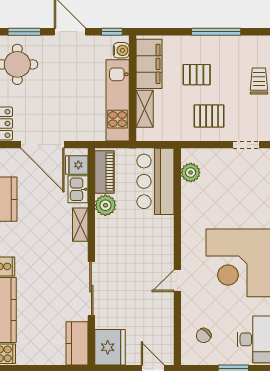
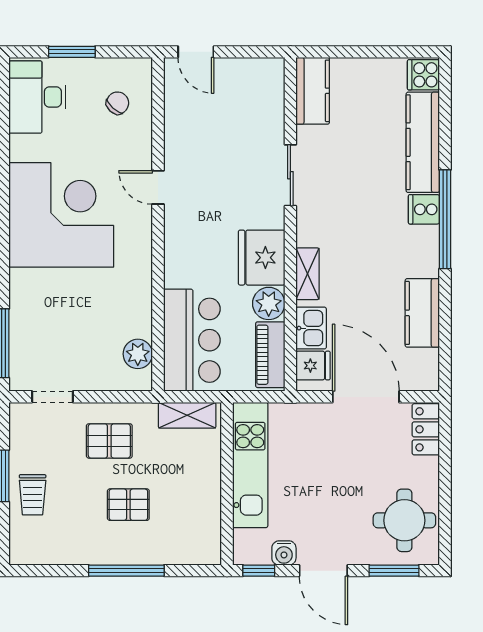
window: (216, 32) -> (126, 571), moved
water cooler: (121, 50) -> (284, 553), moved, turned -90
filing cabinet: (149, 64) -> (202, 521), removed
shelving: (145, 109) -> (187, 415), moved, turned 90
door: (177, 281) -> (158, 187), swing flipped
sliding door: (91, 289) -> (290, 175), width x0.73
fridge: (110, 347) -> (262, 258), moved

